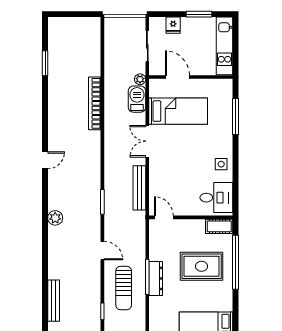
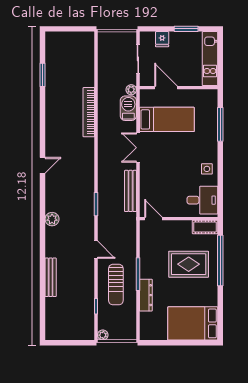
dresser: (156, 278) -> (146, 295), moved
bench: (54, 301) -> (51, 277), moved

